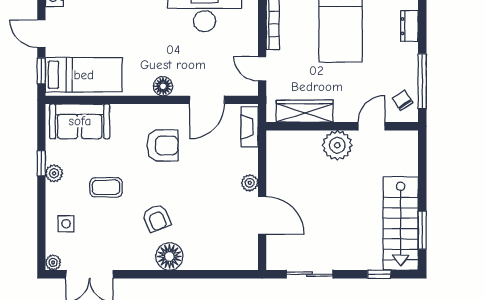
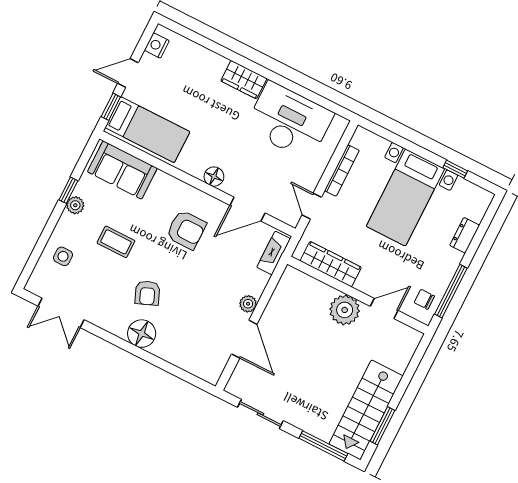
door: (41, 34) -> (128, 73), hinge flipped
chair: (403, 100) -> (424, 299), turned -57
plant: (53, 262) -> (34, 285), removed
window: (379, 274) -> (323, 446), width x2.17

